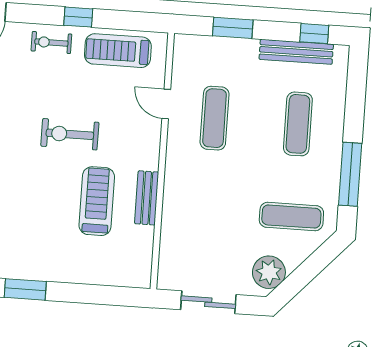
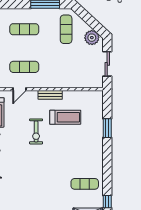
bench: (147, 198) -> (50, 95), moved
treadmill: (97, 201) -> (65, 117), turned 180
window: (25, 289) -> (107, 128), moved

